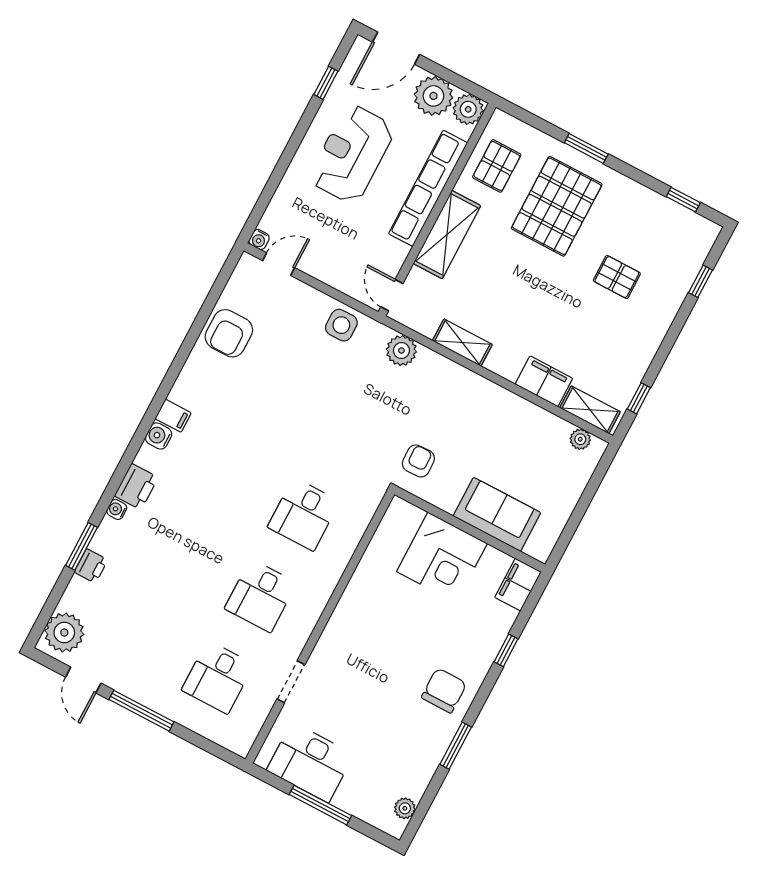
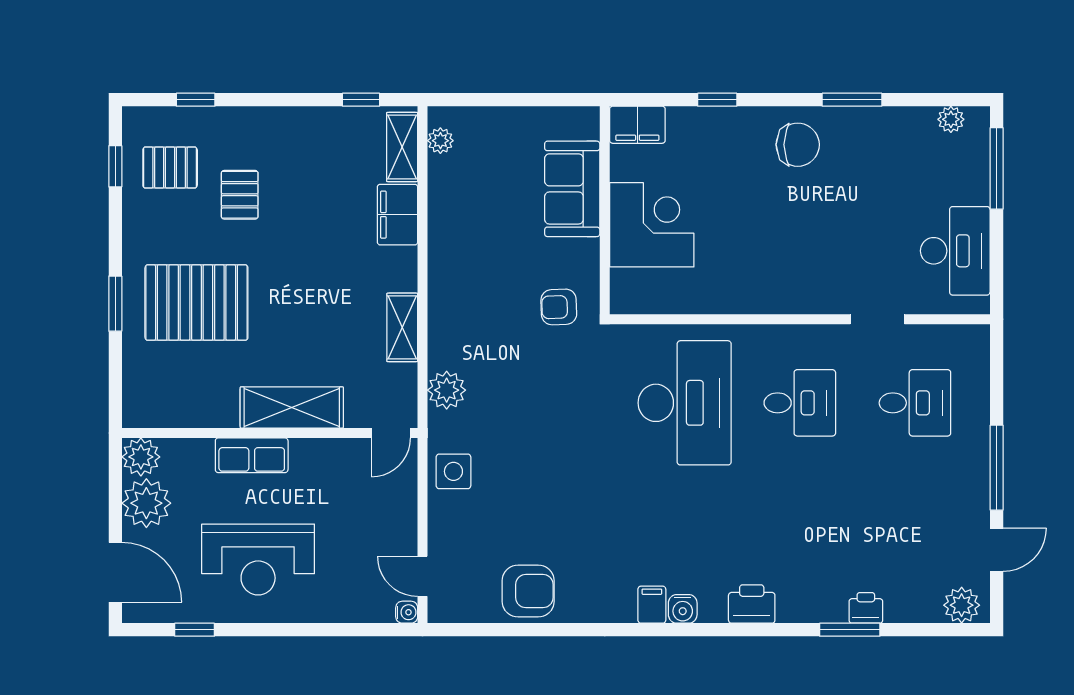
pallet: (497, 166) -> (170, 168), moved
row of seats: (428, 188) -> (252, 455), width x0.50
water cooler: (117, 509) -> (788, 612), removed
desk: (304, 514) -> (685, 403), width x1.87, depth x1.30
plant: (64, 632) -> (962, 605), width x0.73, depth x0.73
chair: (444, 691) -> (798, 145), turned 180
window: (320, 805) -> (997, 168), moved

